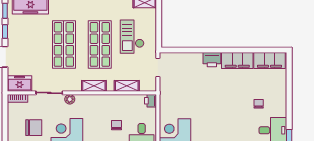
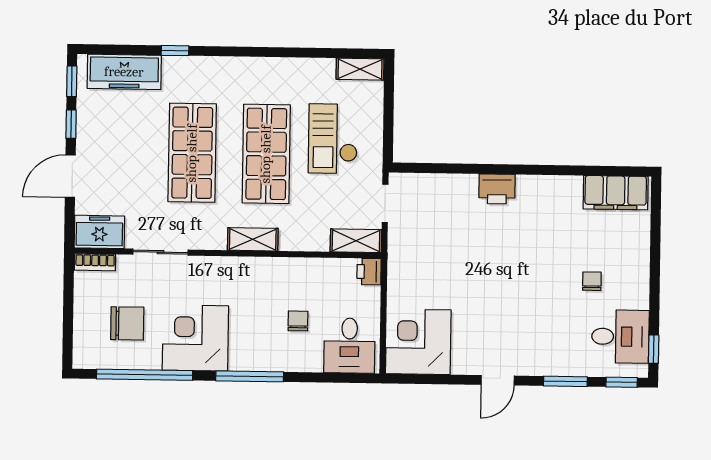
filing cabinet: (237, 61) -> (549, 192), removed
shelving: (127, 86) -> (356, 241), moved
plant: (70, 99) -> (202, 266), removed

